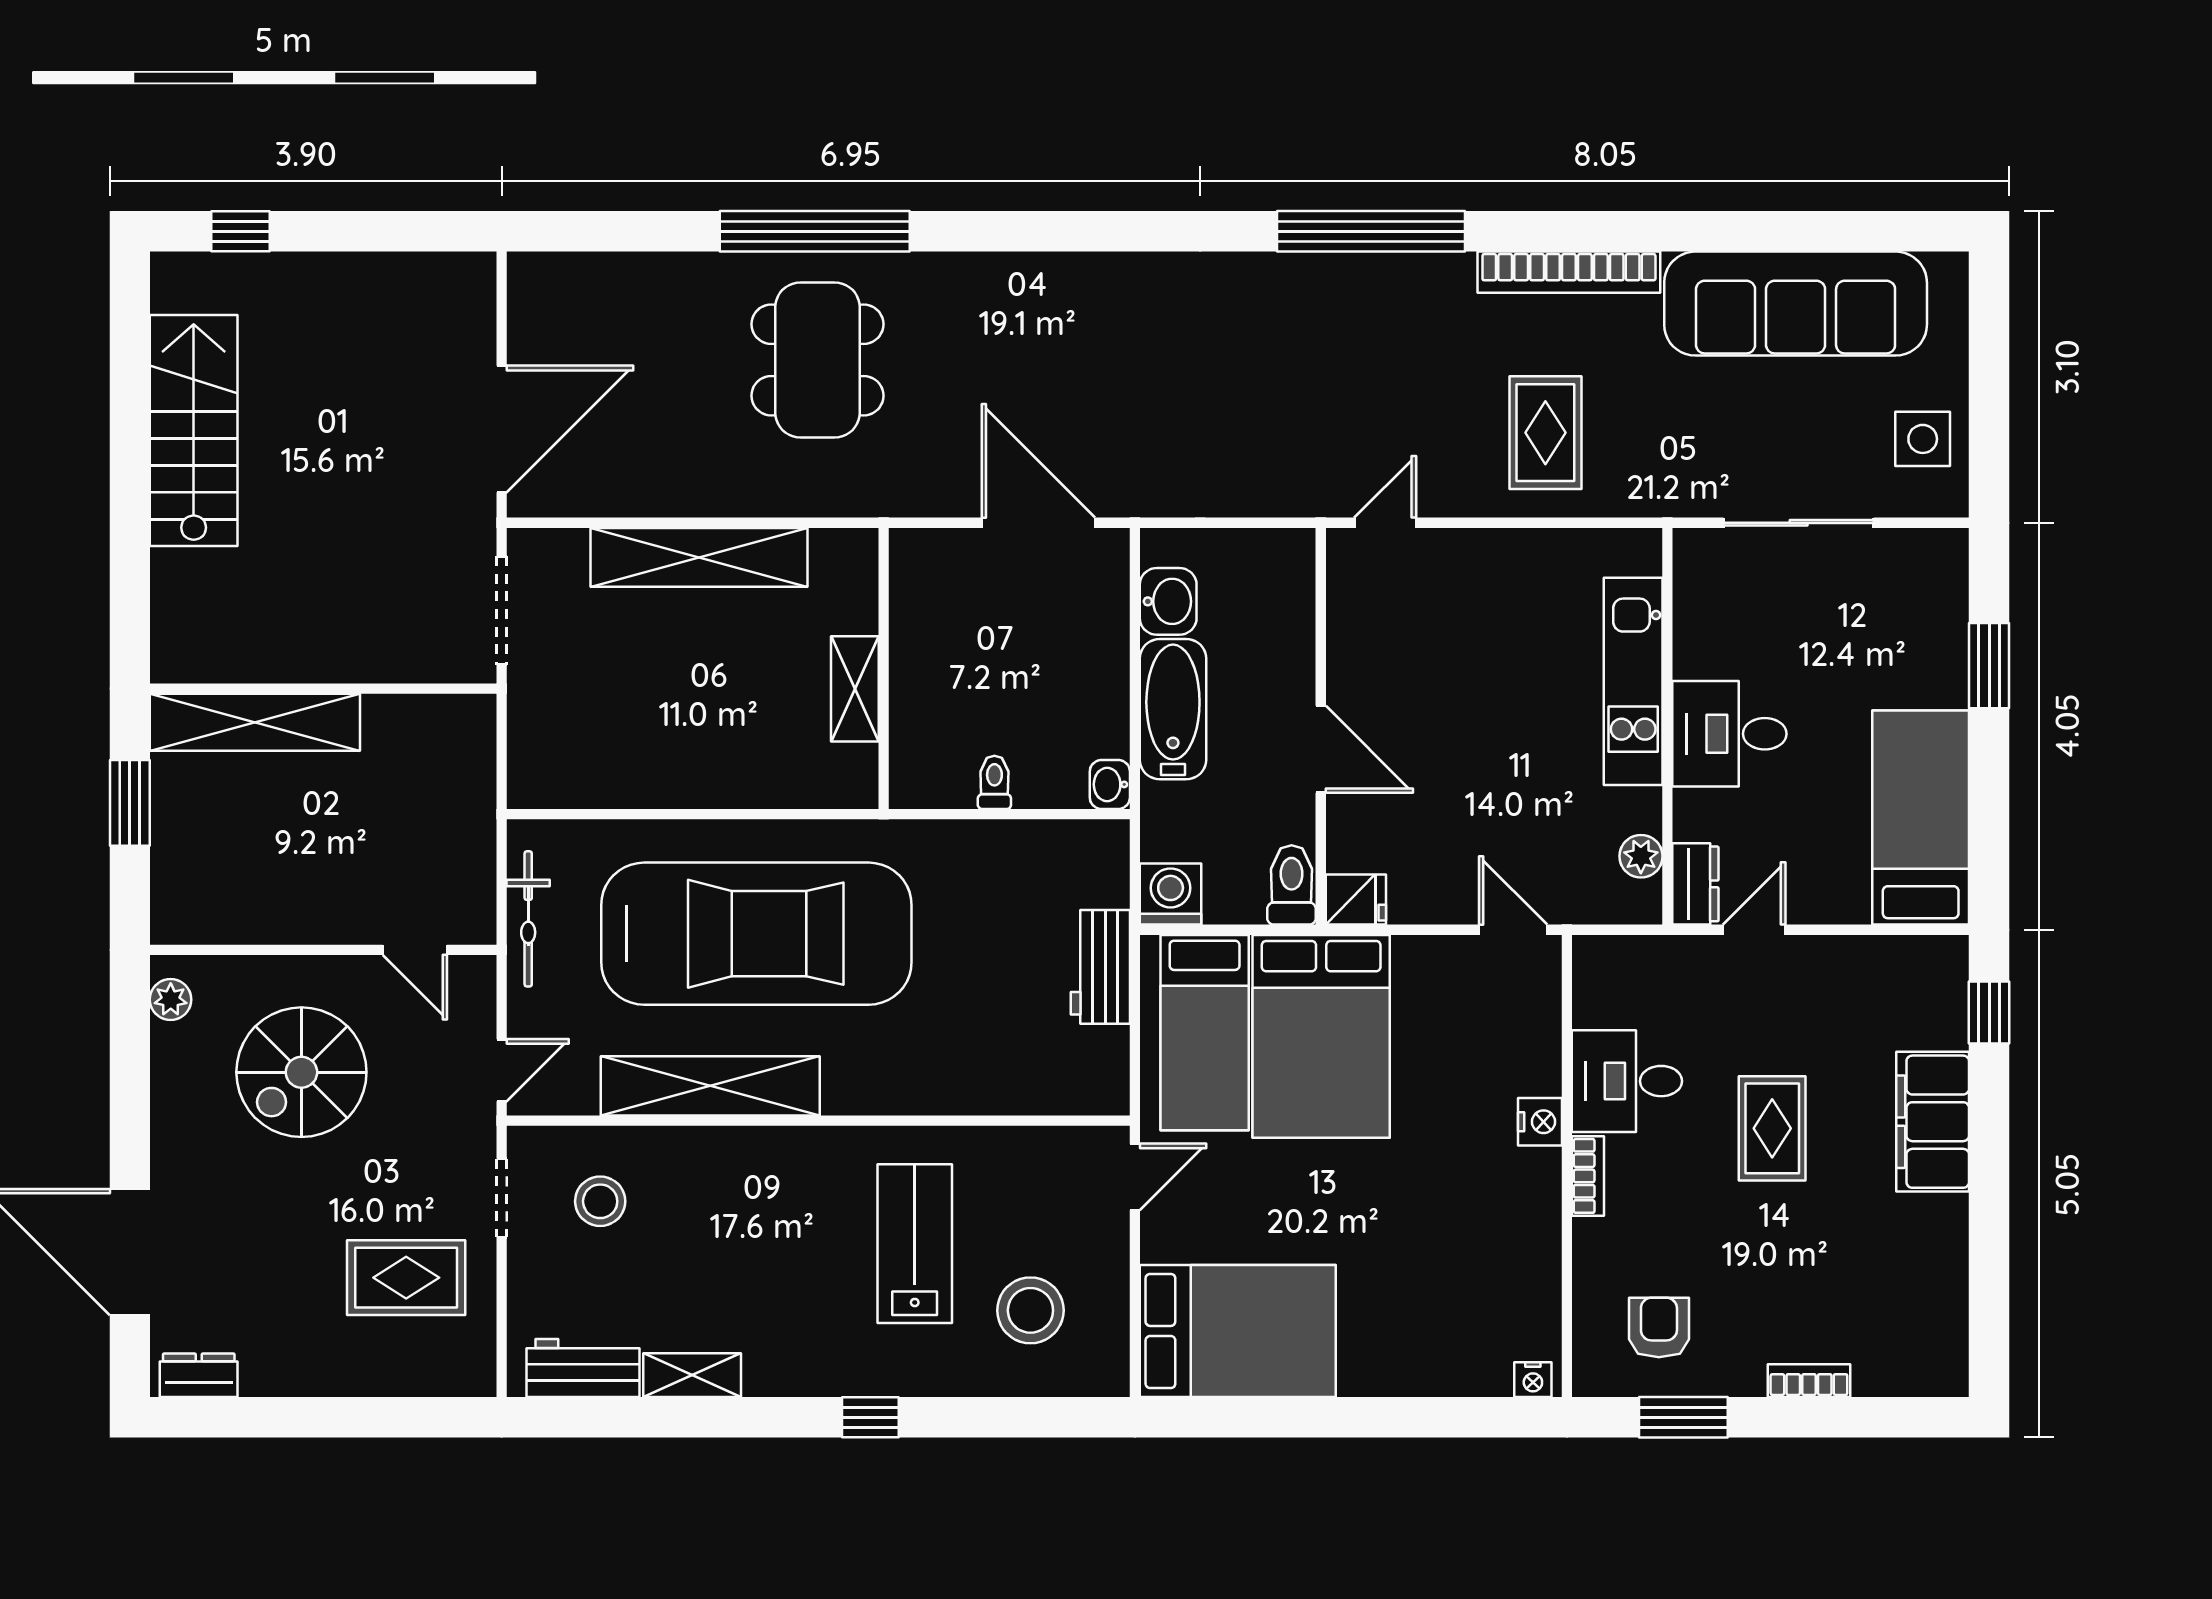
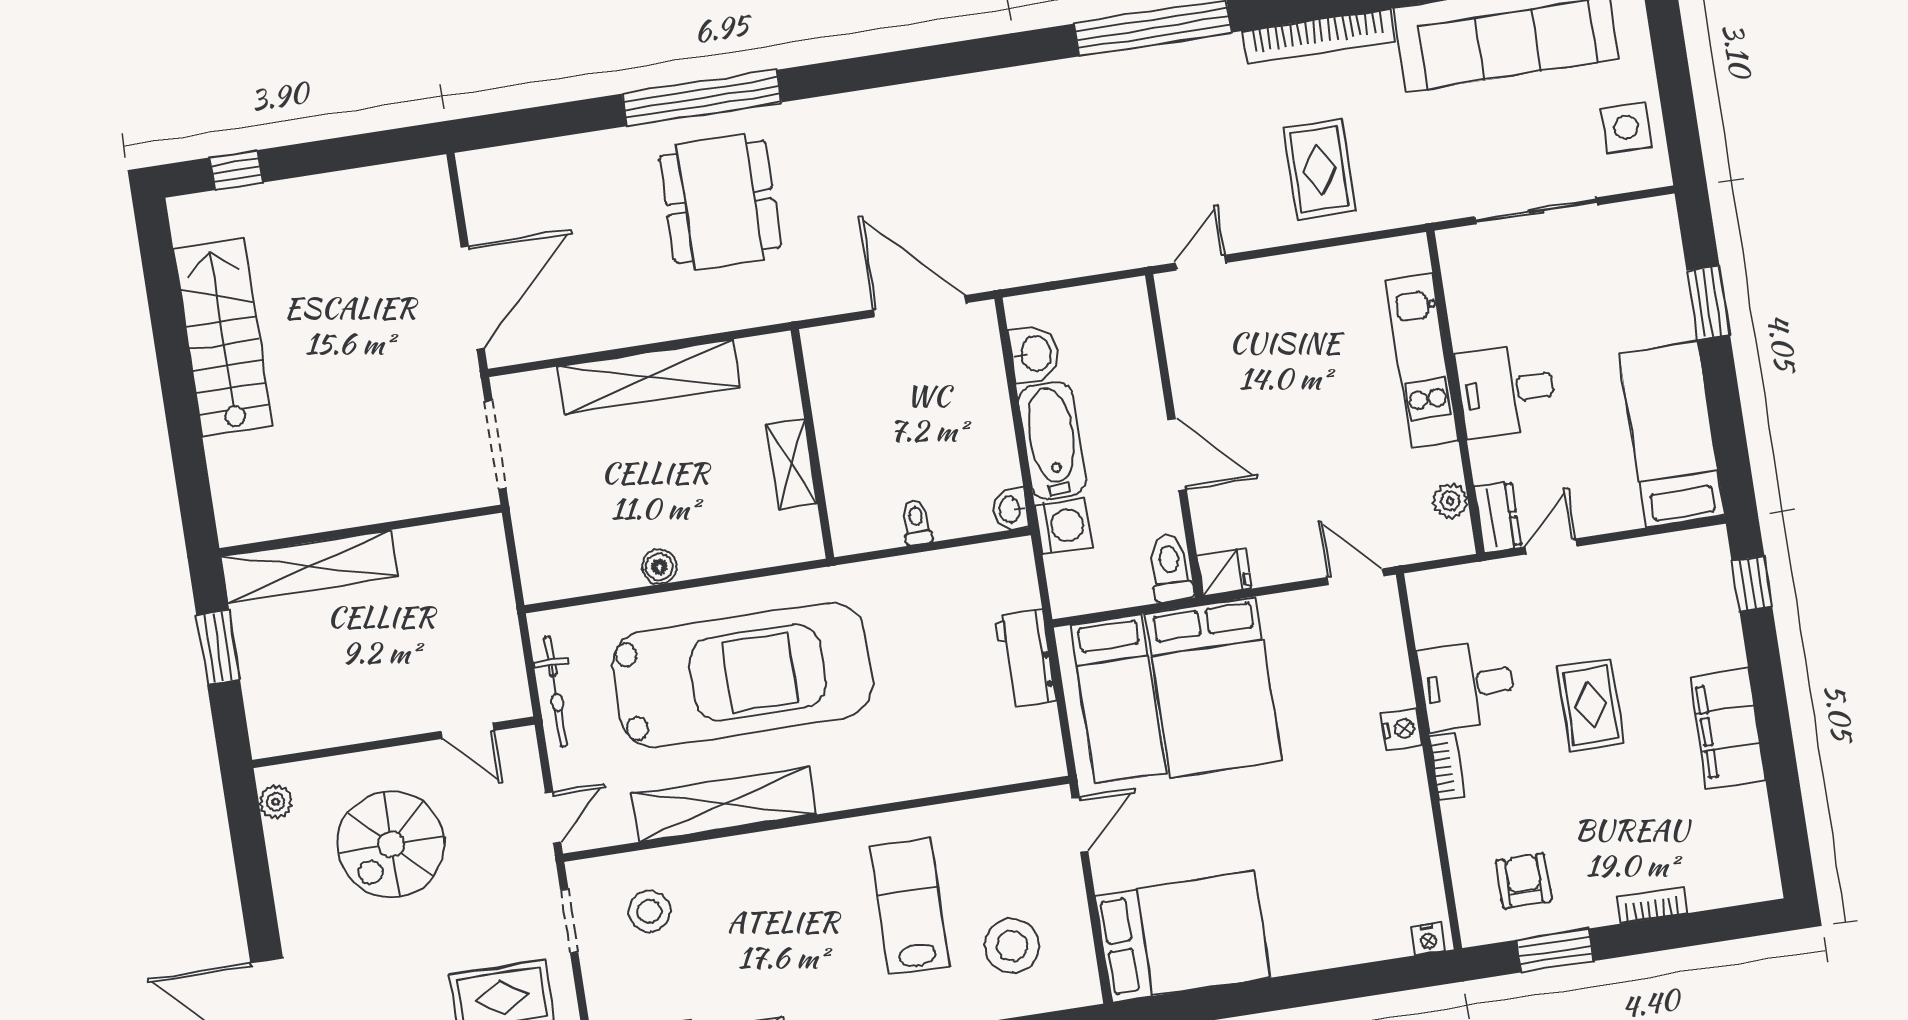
boiler: (677, 788) -> (660, 567), added
washing machine: (1171, 894) -> (1063, 526), moved, turned 90
filing cabinet: (1933, 1122) -> (1727, 729), moved

